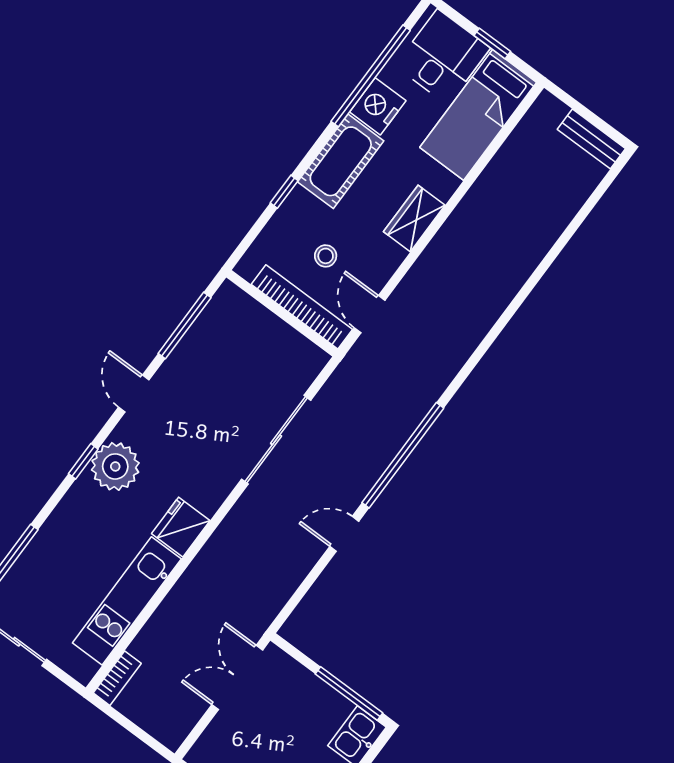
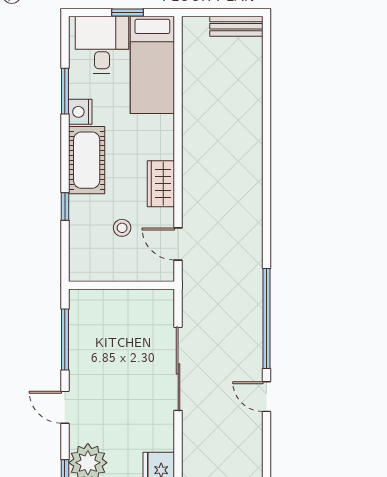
window: (371, 76) -> (65, 91), width x0.47
nightstand: (378, 106) -> (80, 112), width x0.74, depth x0.75
wardrobe: (414, 218) -> (161, 184), moved
bookcase: (302, 307) -> (131, 272), removed
door: (344, 534) -> (266, 397), hinge flipped

